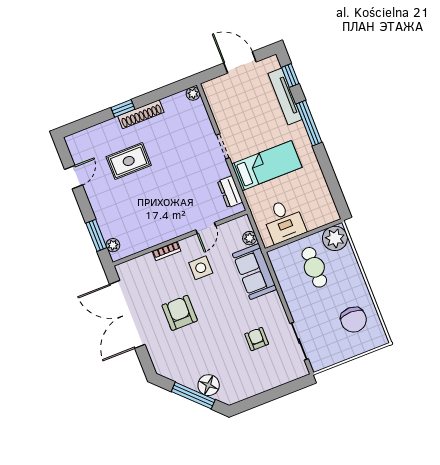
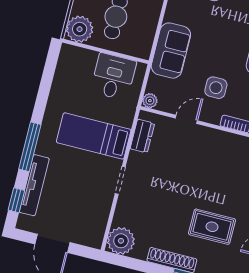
plant: (193, 94) -> (121, 241), width x1.88, depth x1.88
plant: (250, 238) -> (150, 101), moved

